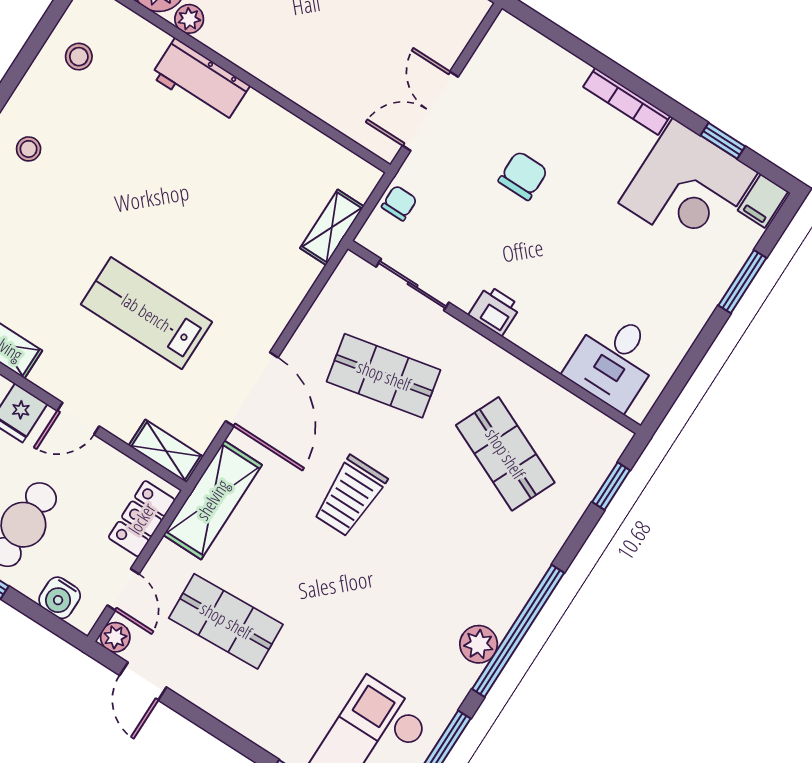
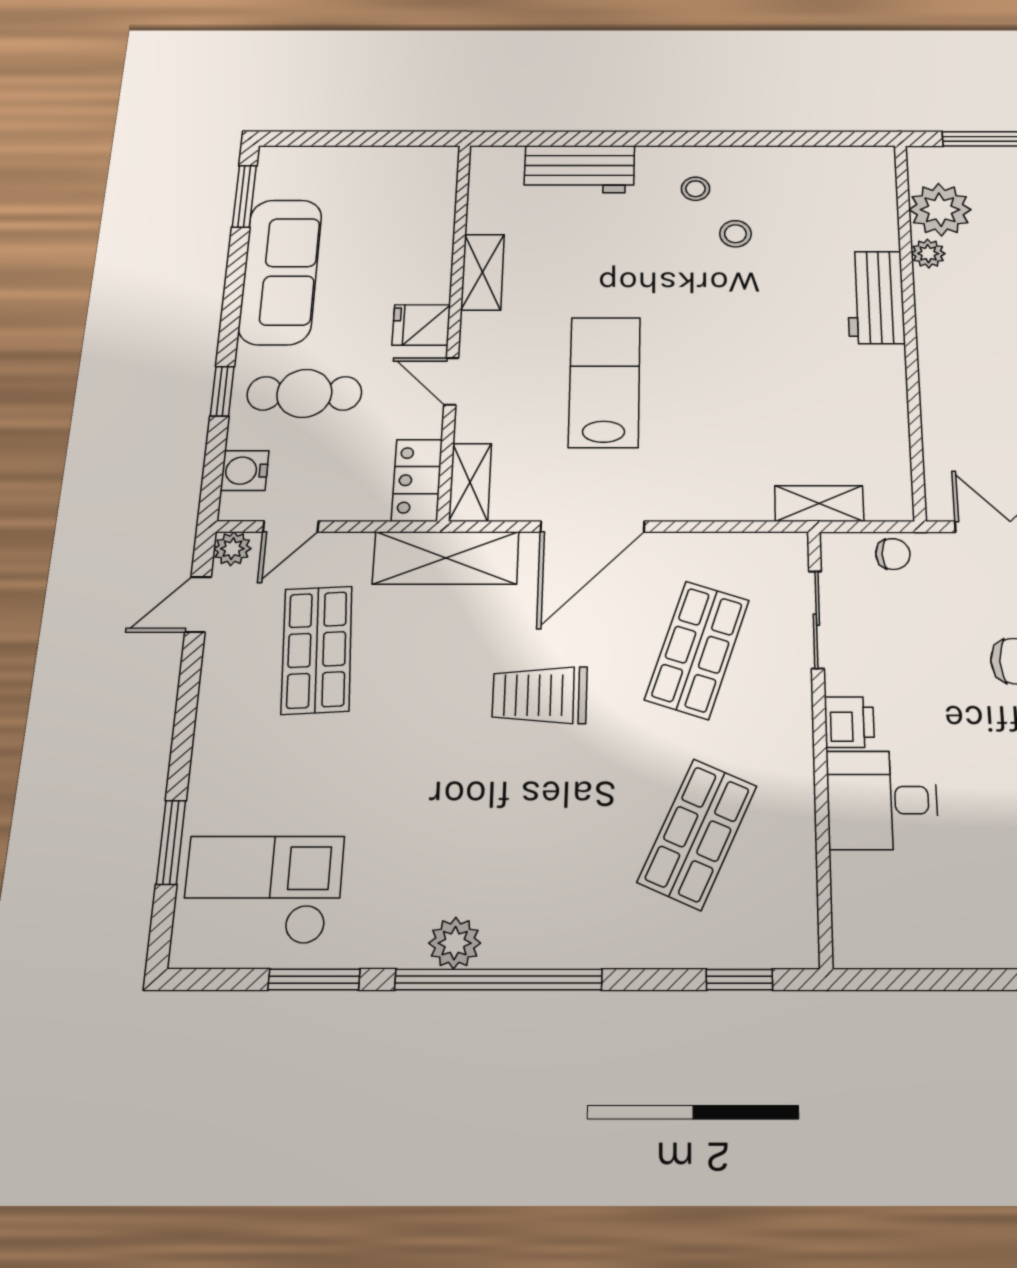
stool: (79, 57) -> (735, 234), moved
desk: (614, 360) -> (882, 800), moved
shop shelf: (384, 376) -> (697, 650), turned 30
locker: (142, 519) -> (417, 480), moved, turned -90

